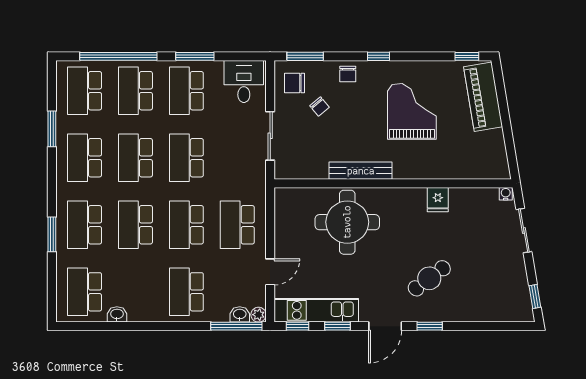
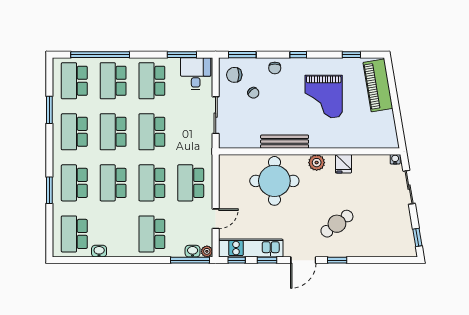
window: (195, 56) -> (182, 55), moved
window: (467, 56) -> (351, 55), moved
grand piano: (412, 111) -> (324, 96), turned 180
plant: (403, 198) -> (317, 163), added

